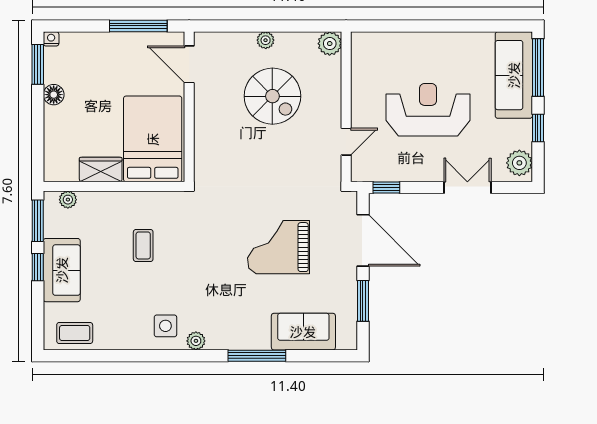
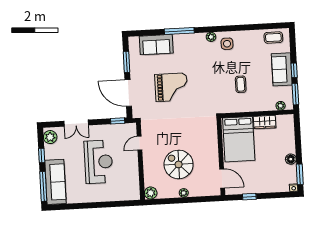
window: (138, 26) -> (249, 197), width x0.46
reception desk: (428, 110) -> (98, 162), turned -90

